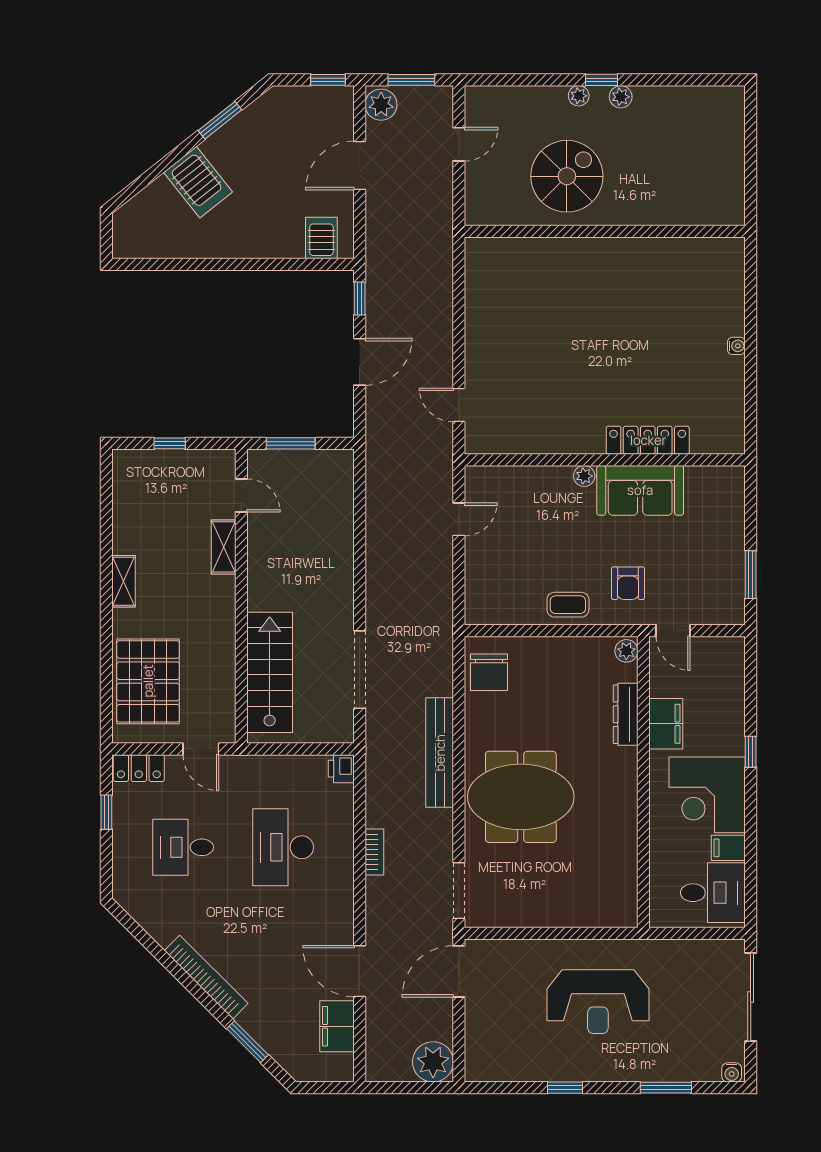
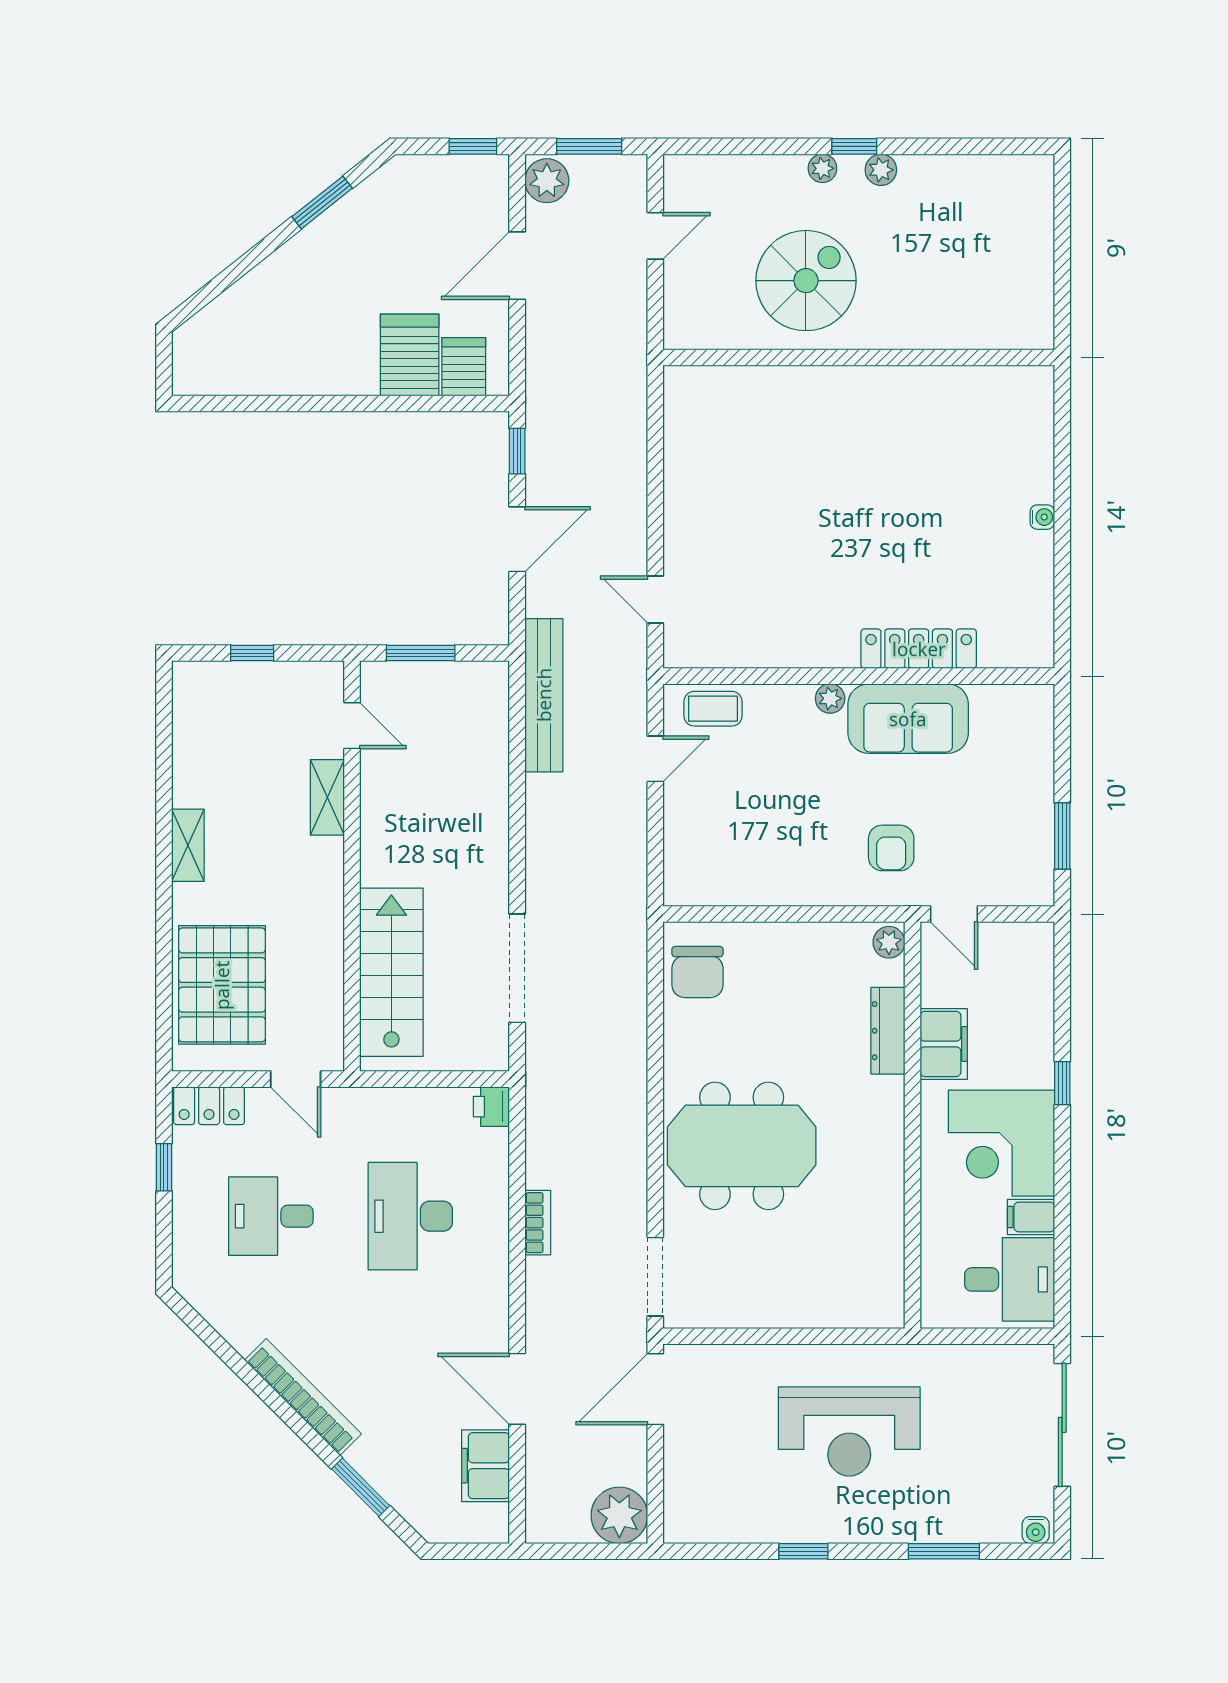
server rack: (198, 182) -> (410, 355), moved, turned -142
coffee table: (568, 605) -> (713, 709), moved
bench: (440, 753) -> (544, 695), moved

